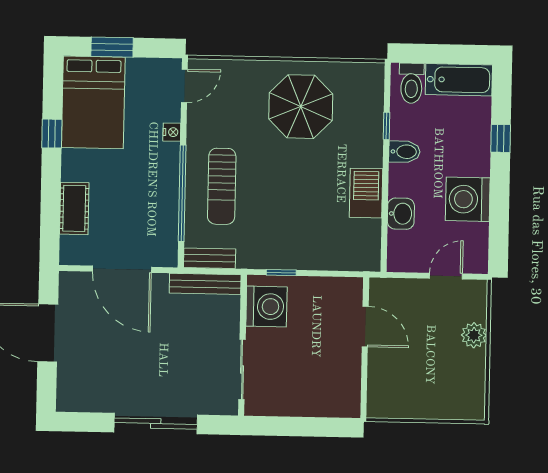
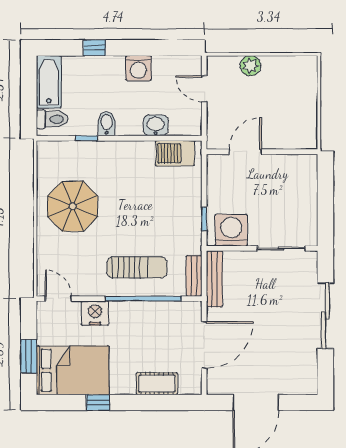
nightstand: (172, 132) -> (95, 313), width x1.89, depth x1.79
barbecue: (366, 193) -> (175, 153), moved
washing machine: (468, 199) -> (138, 68), width x0.73, depth x0.73

